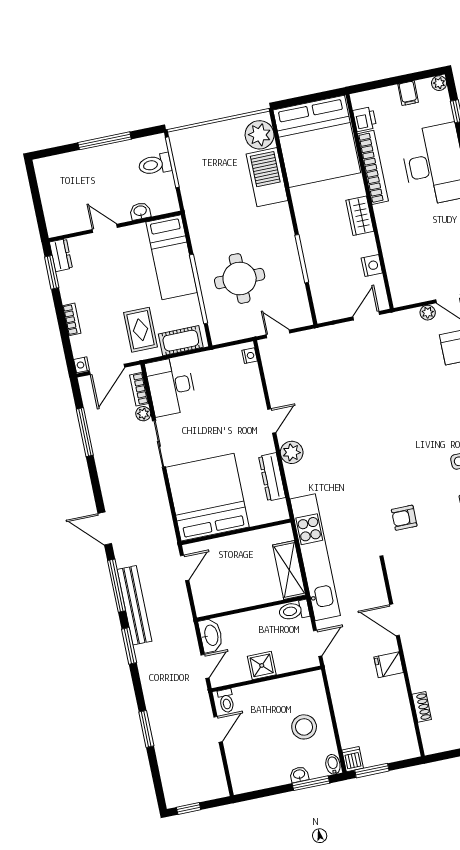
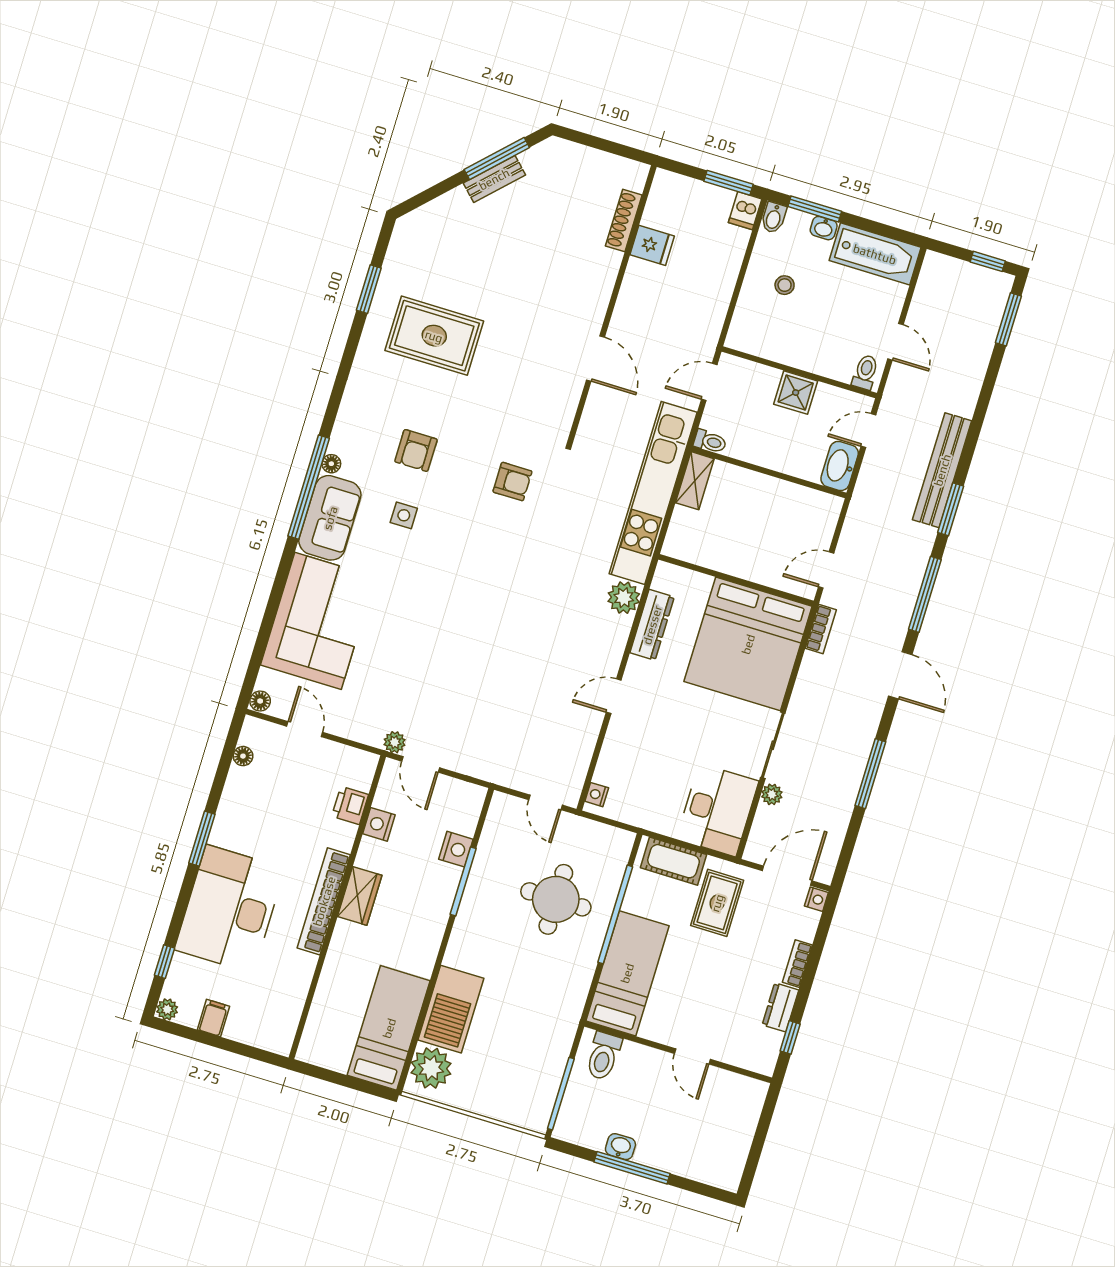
printer: (365, 119) -> (350, 805), moved
bed: (317, 141) -> (389, 1028), width x0.49
toilet: (155, 164) -> (603, 1056), moved, turned 90
bookcase: (373, 167) -> (324, 901), moved
washbasin: (140, 211) -> (620, 1147), moved, turned 180
dresser: (61, 255) -> (780, 1007), moved
window: (52, 272) -> (790, 1037), width x0.67
nightstand: (317, 276) -> (456, 849), added
plant: (428, 313) -> (395, 742), moved
door: (366, 316) -> (421, 764), hinge flipped
bookcase: (139, 389) -> (821, 629), moved
window: (85, 432) -> (870, 774), moved
plant: (292, 452) -> (624, 598), moved
shelving: (289, 570) -> (695, 481), width x0.67, depth x0.75
bench: (134, 605) -> (942, 470), moved
toilet: (294, 611) -> (710, 442), width x0.73, depth x0.72
fridge: (389, 665) -> (652, 245), moved
shoe rack: (422, 707) -> (624, 221), width x1.43
stool: (304, 727) -> (785, 285), width x0.53, depth x0.53
window: (146, 729) -> (1008, 319), moved
door: (218, 729) -> (895, 342), swing flipped
bathtub: (259, 776) -> (875, 254), added

